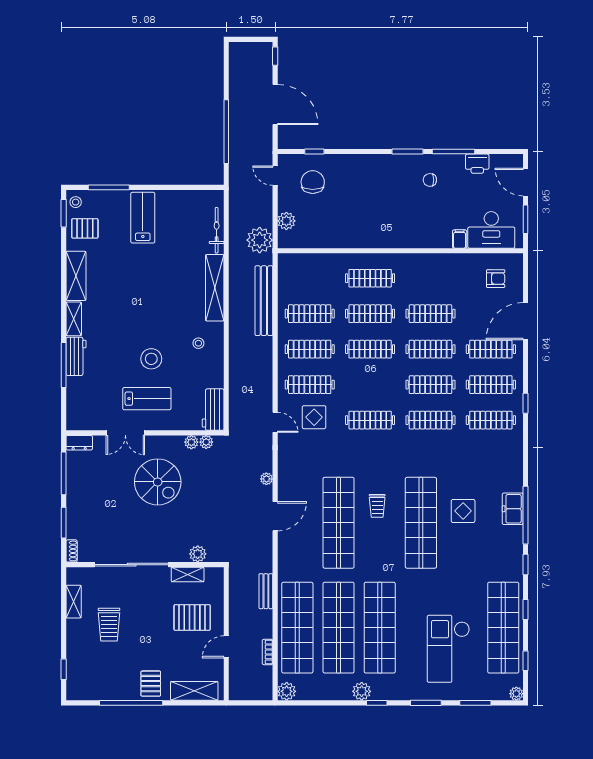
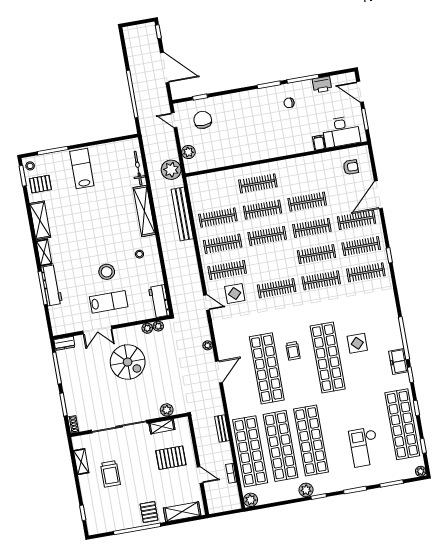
workbench: (76, 356) -> (52, 285), width x1.38
freezer: (513, 509) -> (398, 361), moved
door: (226, 647) -> (200, 475), swing flipped
checkout: (448, 649) -> (365, 447), width x0.73, depth x0.83

